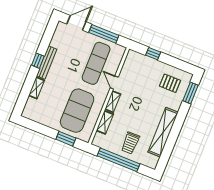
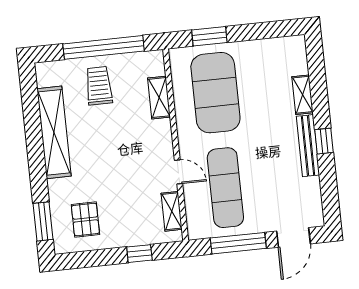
pallet: (170, 83) -> (85, 219), turned 90
shelving: (113, 102) -> (172, 211), moved

